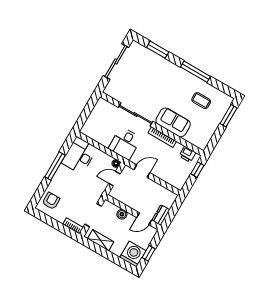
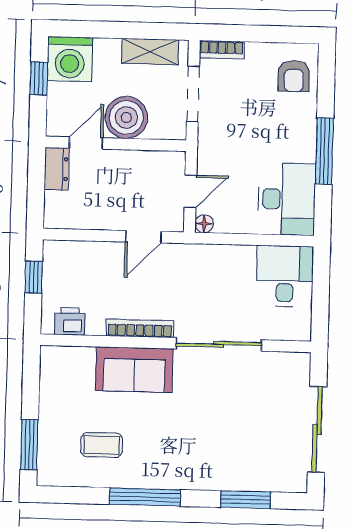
desk: (125, 143) -> (285, 276), moved
window: (197, 170) -> (34, 277), moved
boiler: (122, 214) -> (126, 117), width x1.86, depth x1.86

